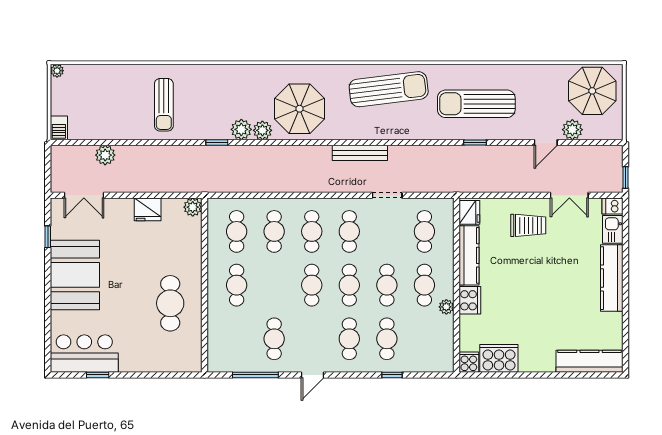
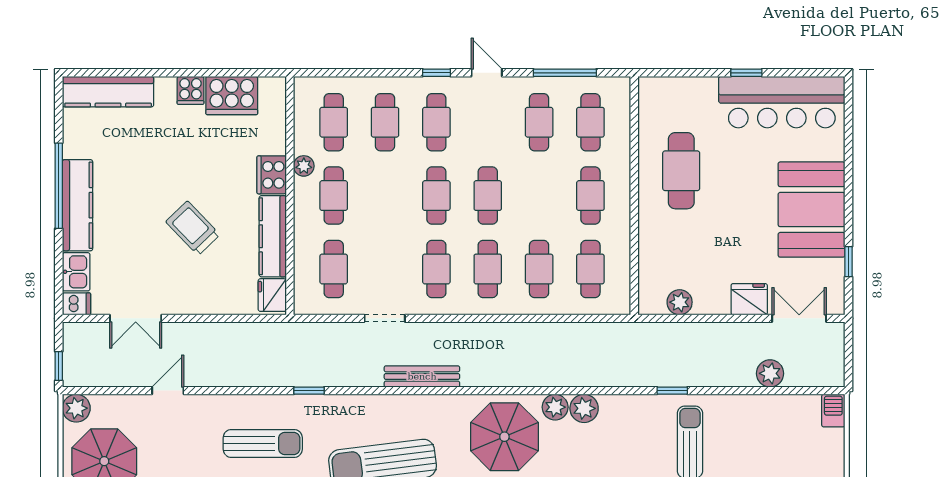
sun lounger: (476, 104) -> (263, 443), width x0.73, depth x0.75
plant: (572, 130) -> (76, 408), moved
window: (217, 142) -> (672, 391), moved
window: (475, 142) -> (309, 391), moved
window: (626, 177) -> (59, 366), moved
double door: (569, 195) -> (136, 318), swing flipped
plant: (193, 207) -> (680, 302), moved
fridge: (148, 209) -> (749, 299), moved
trolley: (528, 225) -> (193, 228), moved, turned 46
cafe table: (387, 285) -> (334, 122), moved
window: (626, 292) -> (59, 186), added
cafe table: (237, 339) -> (590, 122), added
bar counter: (84, 354) -> (782, 102), width x1.36
cooker: (469, 362) -> (191, 90), moved
window: (98, 375) -> (746, 73), moved
door: (313, 375) -> (487, 73), hinge flipped
window: (392, 375) -> (437, 73), moved

